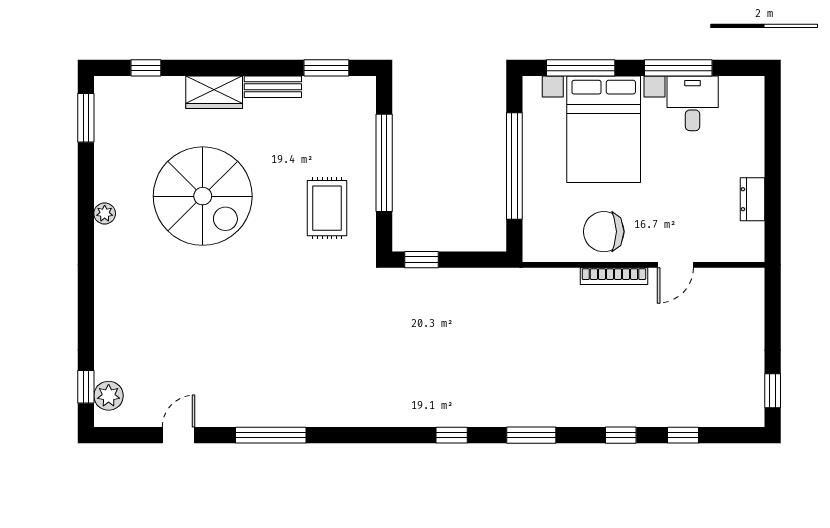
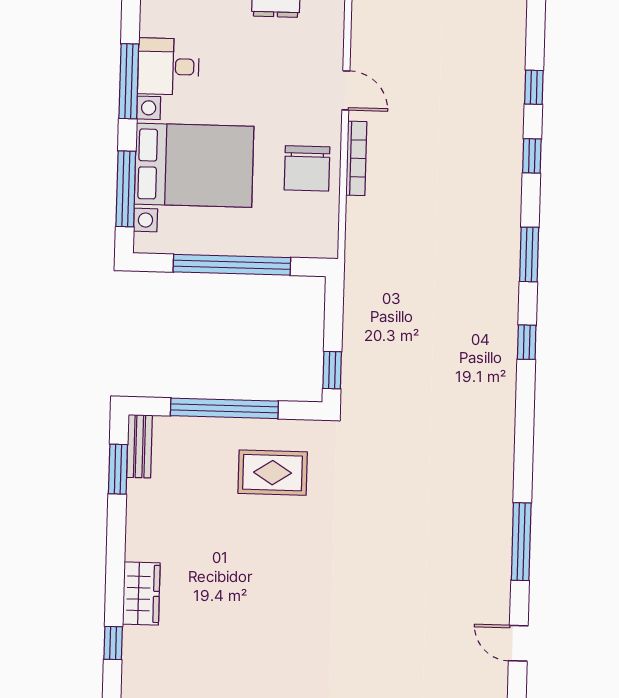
window: (146, 68) -> (113, 643), moved
bench: (273, 87) -> (139, 446), moved
spiral stairs: (203, 196) -> (255, 609), removed

